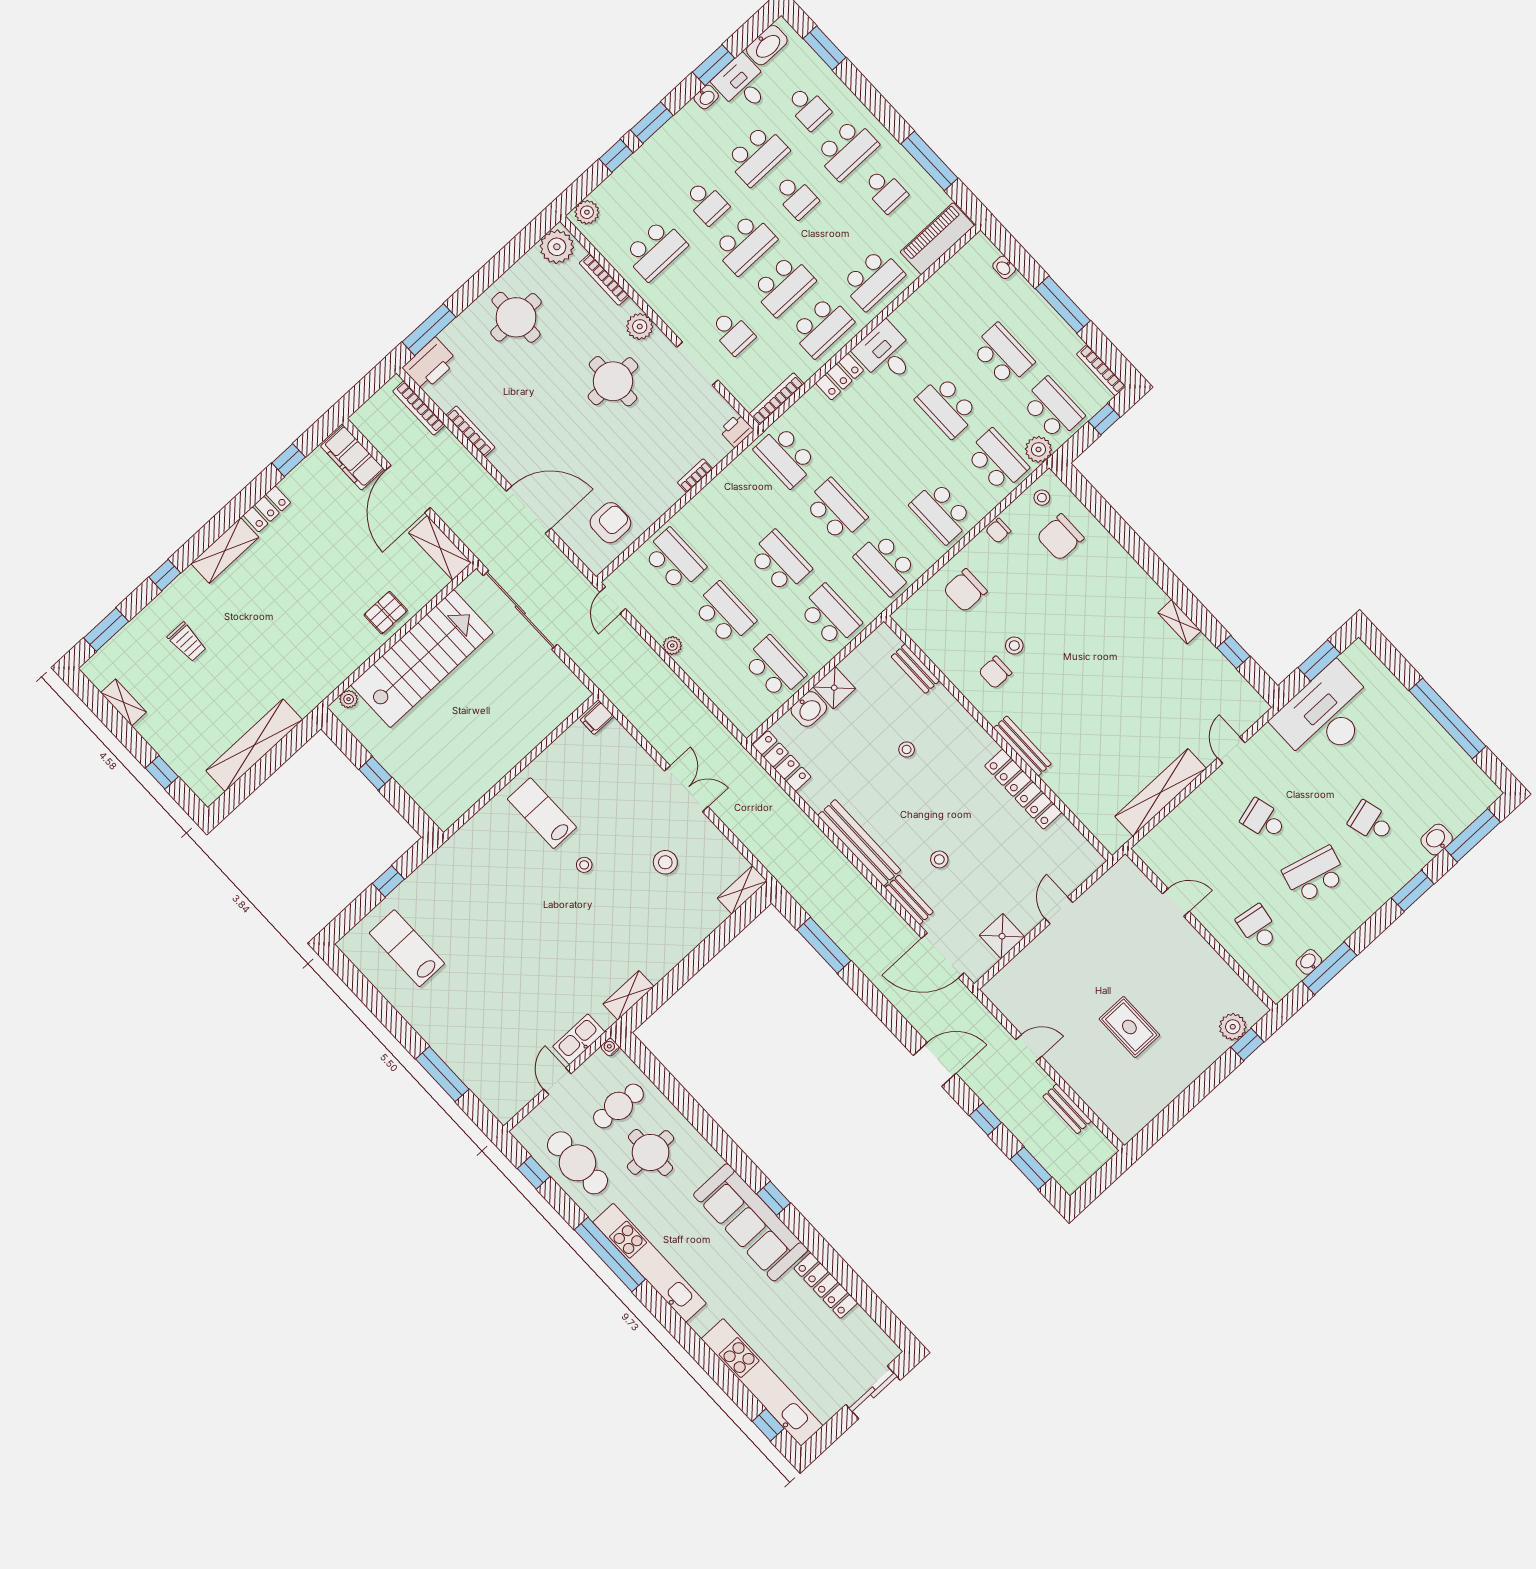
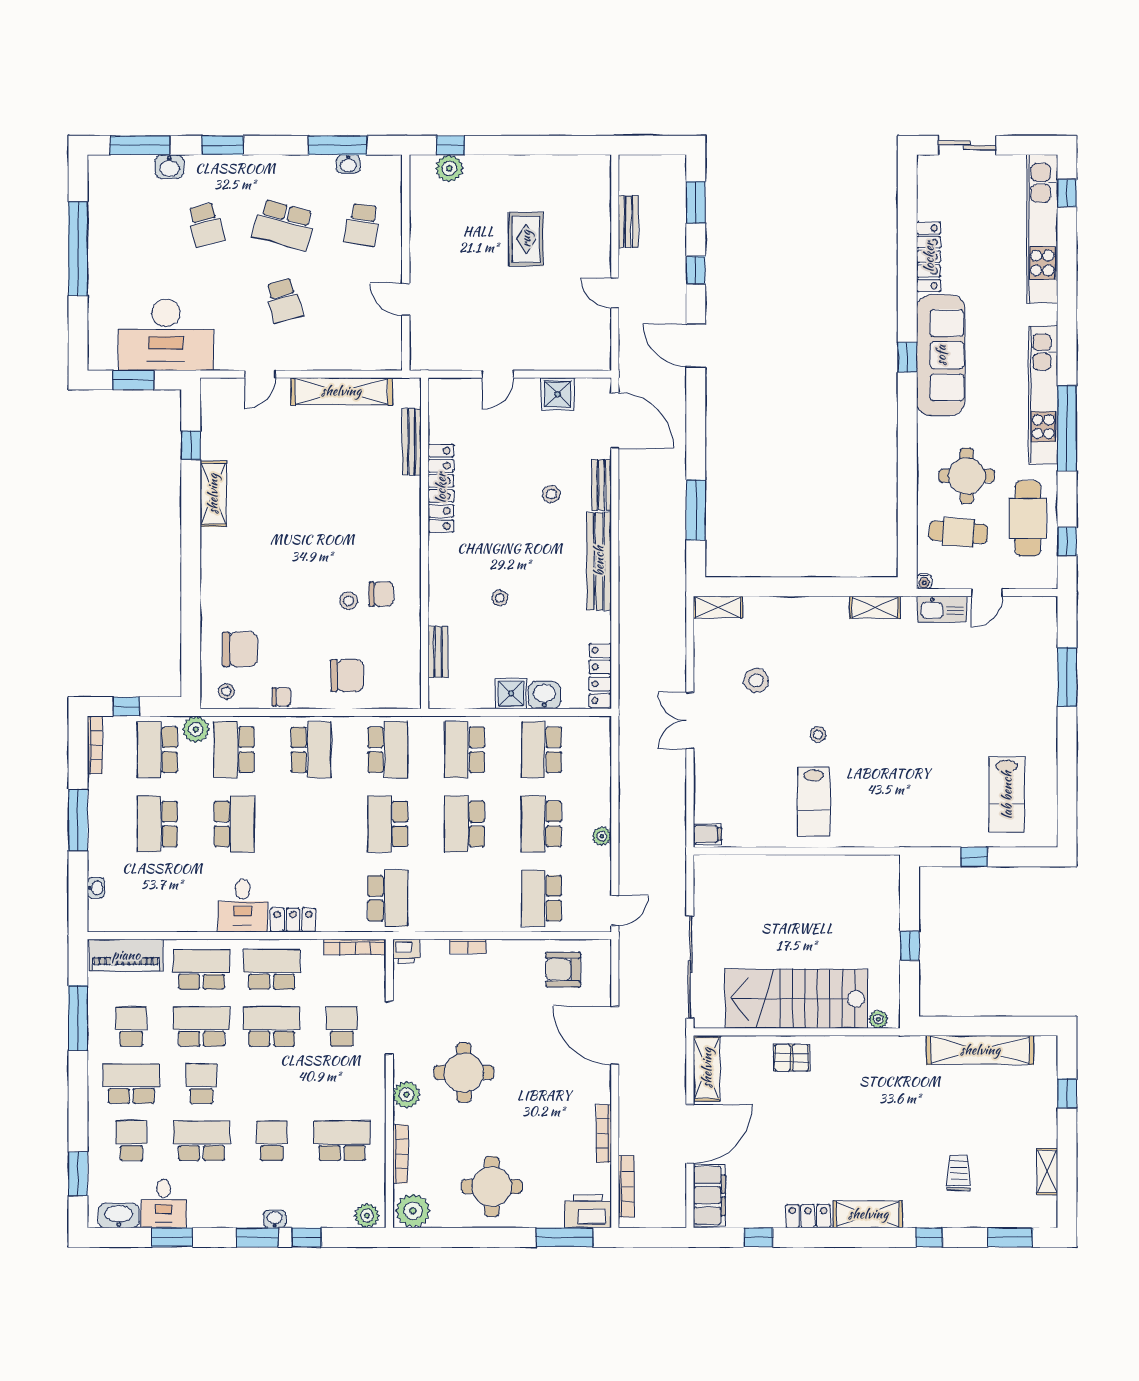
washbasin: (706, 97) -> (275, 1219), moved
school desk: (745, 244) -> (202, 1026), moved
shelving: (1179, 622) -> (213, 494), width x1.50, depth x1.33
bench: (1022, 746) -> (412, 442), moved

